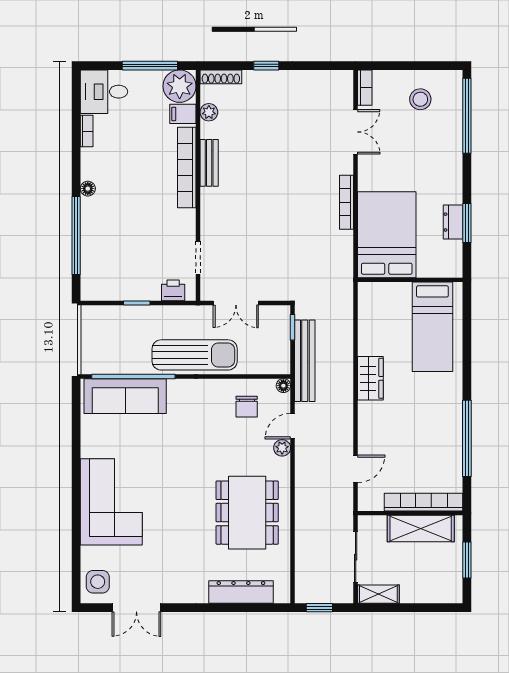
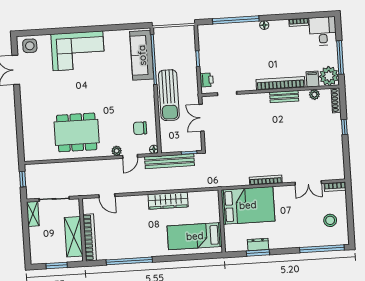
wardrobe: (370, 378) -> (168, 201), width x1.50
door: (293, 426) -> (130, 156), swing flipped
dresser: (241, 592) -> (29, 132), removed

